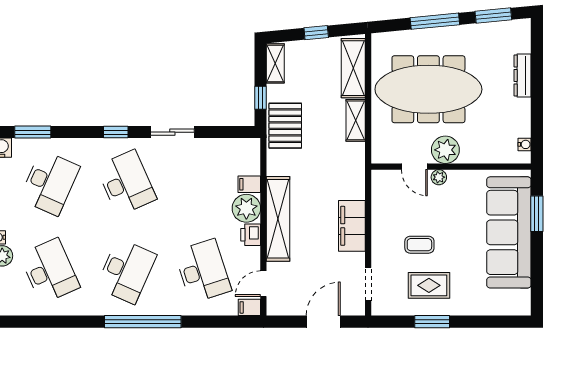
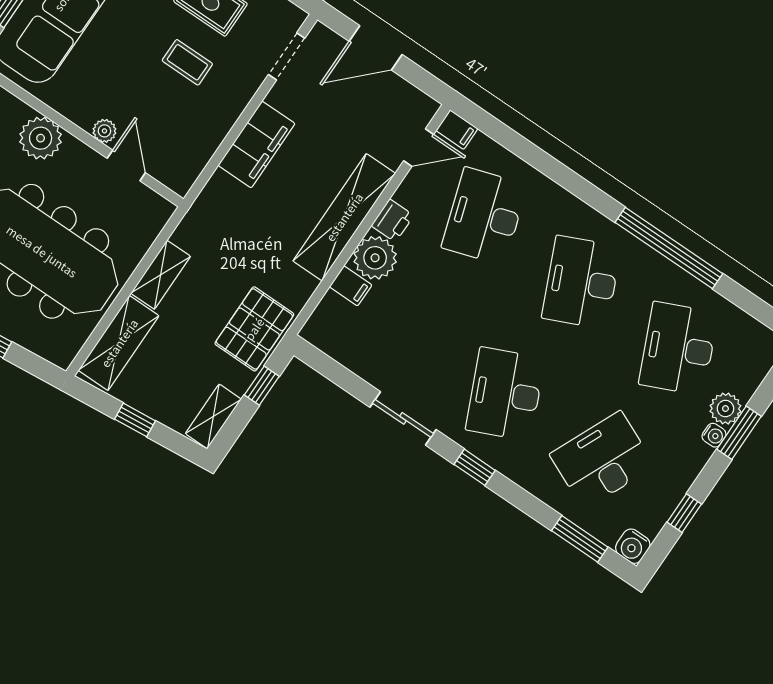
plant: (445, 150) -> (41, 138), moved
desk: (126, 271) -> (581, 282), turned -48
window: (143, 322) -> (669, 248), moved

